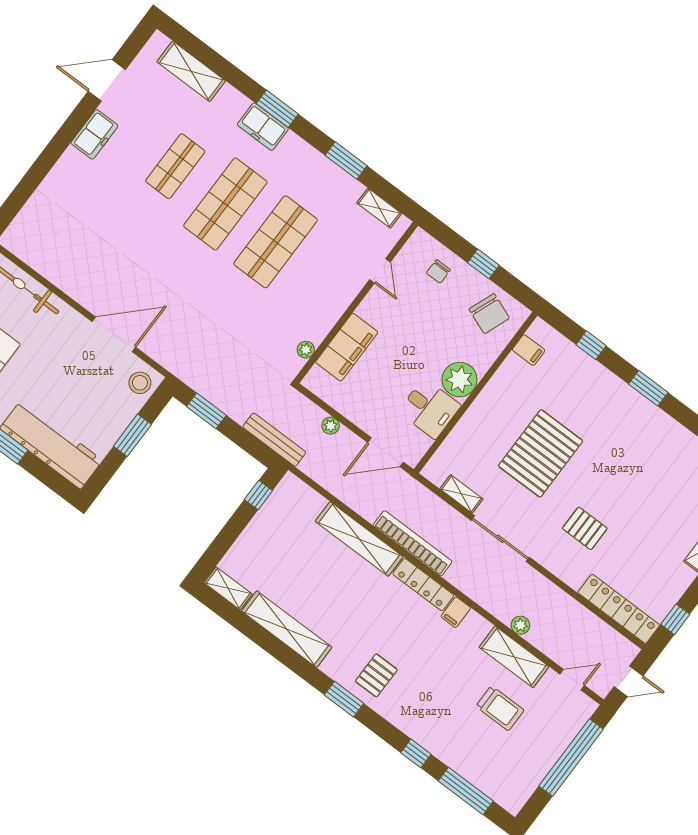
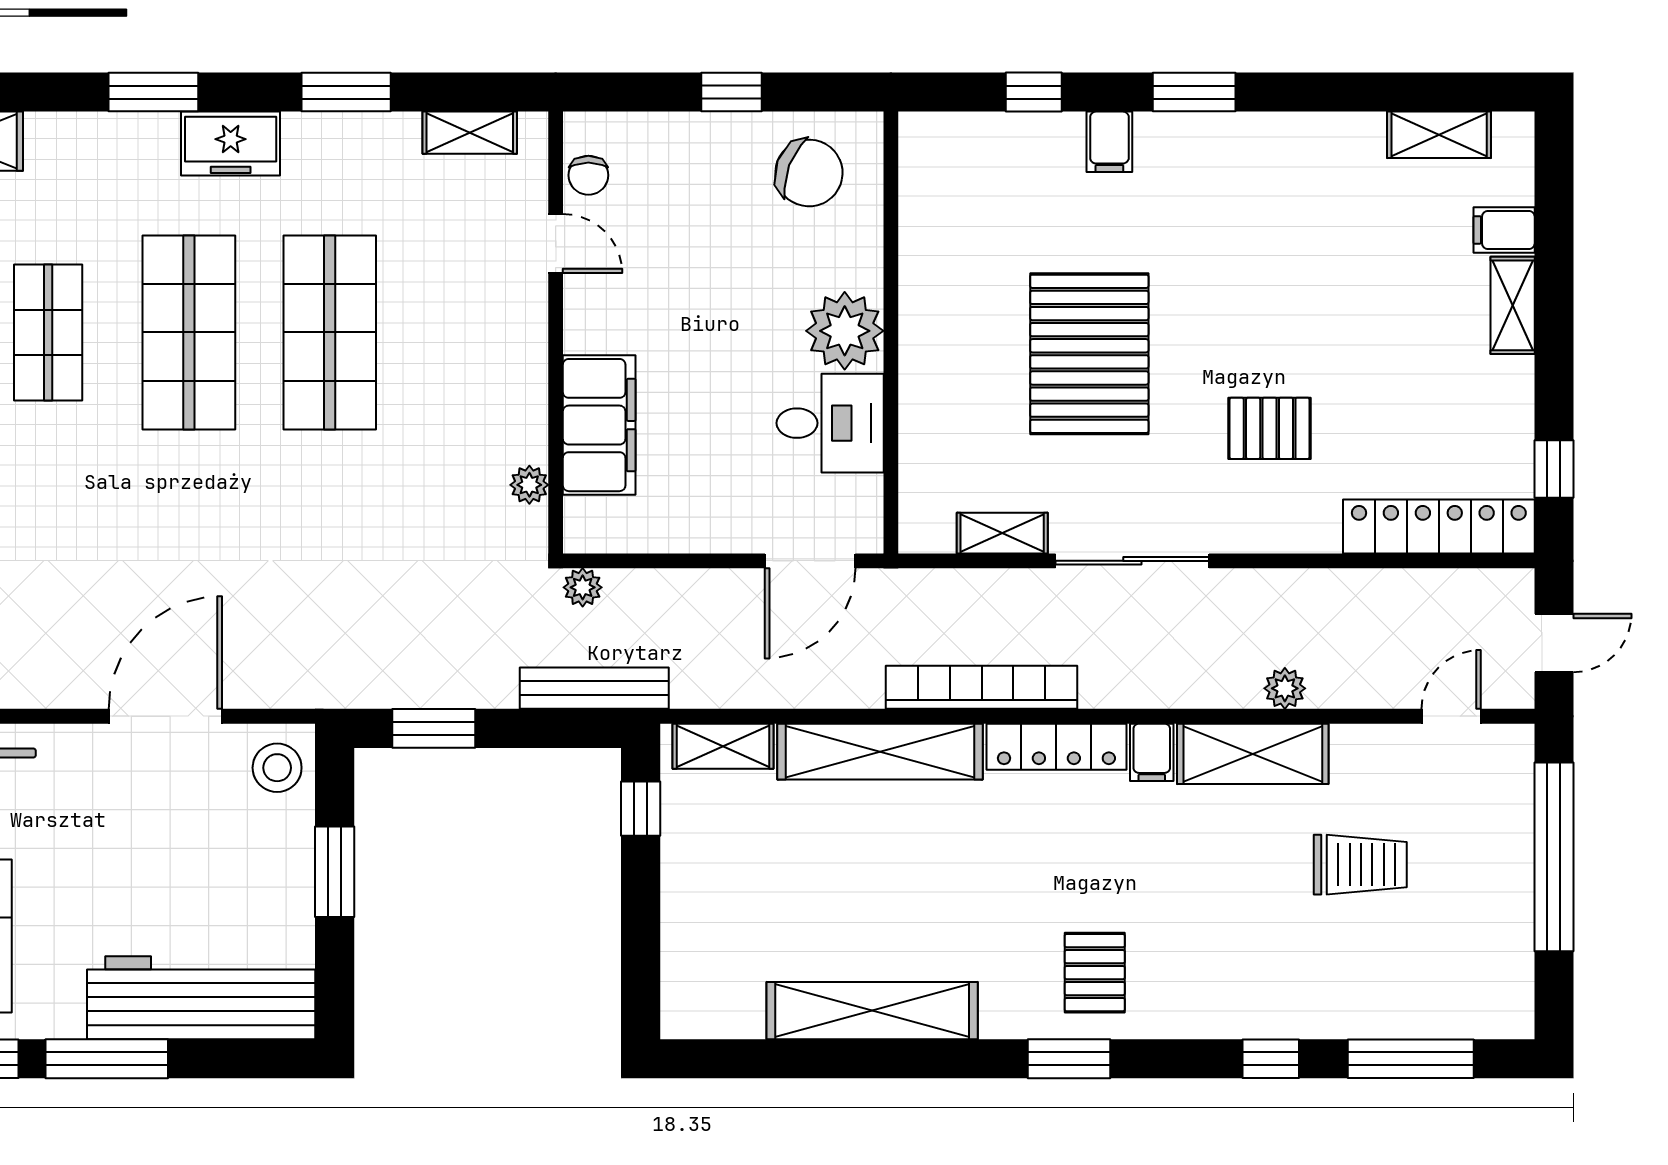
freezer: (263, 127) -> (231, 144), moved
chair: (438, 271) -> (588, 175), moved
filing cabinet: (529, 350) -> (1109, 142), moved, turned 90
plant: (331, 426) -> (583, 587), moved
shelving: (228, 588) -> (723, 746), moved
shelving: (514, 657) -> (1253, 754), moved

